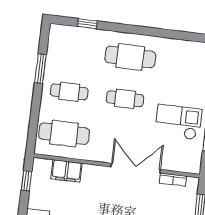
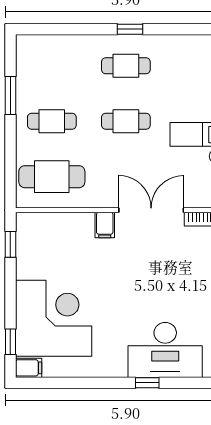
window: (87, 24) -> (130, 29), moved
cafe table: (130, 57) -> (126, 66), width x0.73, depth x0.74
filing cabinet: (67, 171) -> (105, 225), moved, width x0.50

